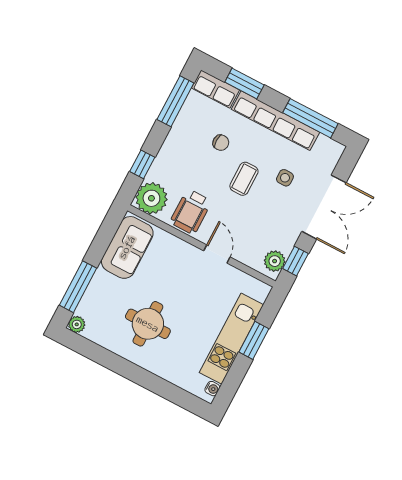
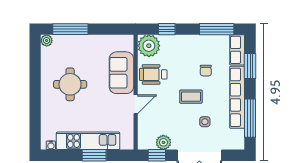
sofa: (127, 247) -> (121, 73), moved, turned 90
plant: (275, 261) -> (163, 142), moved

